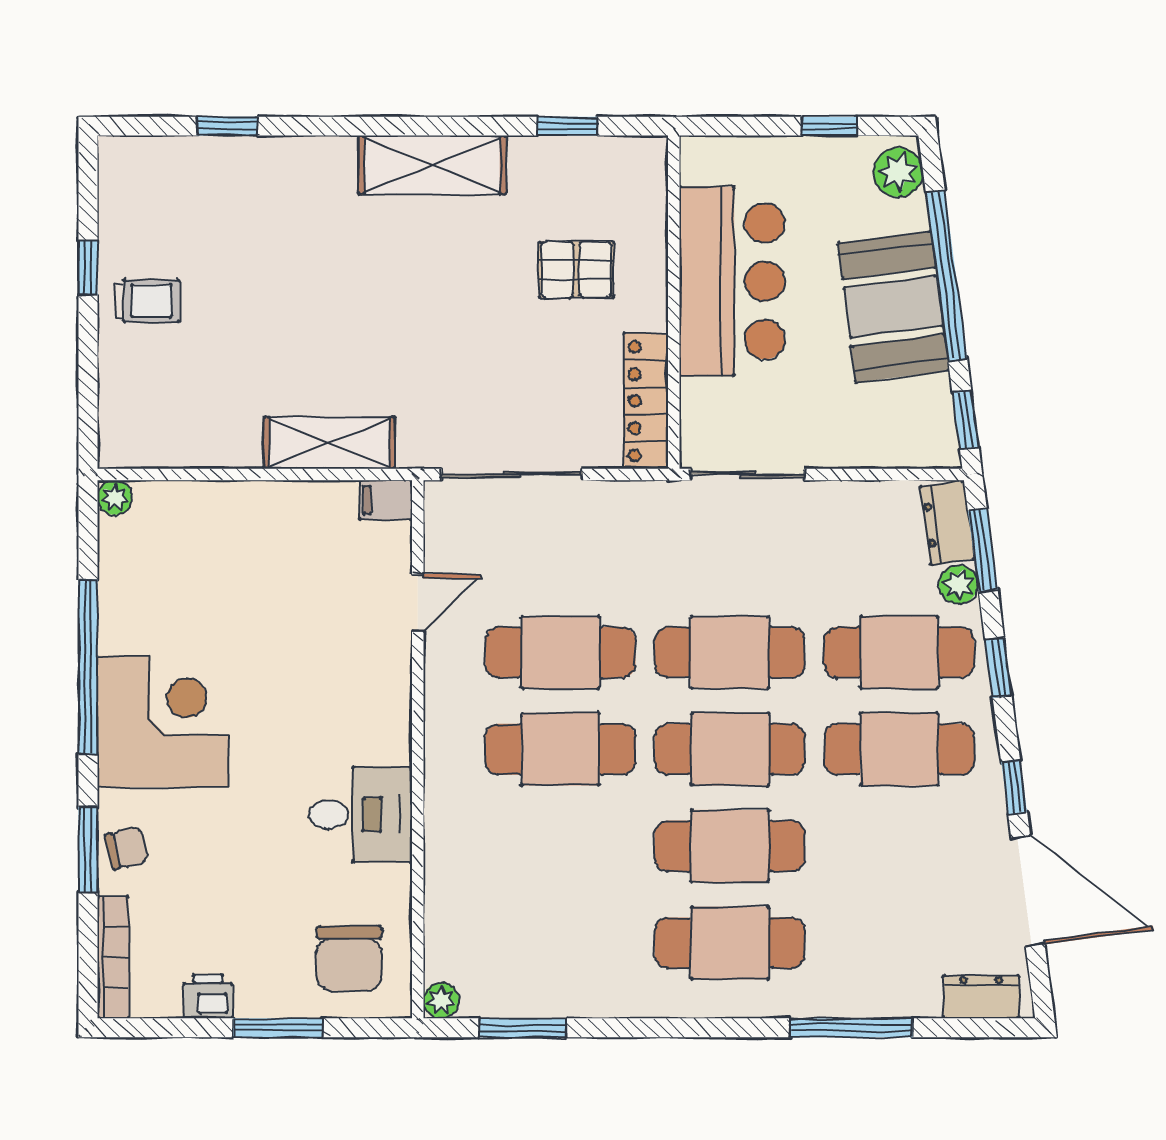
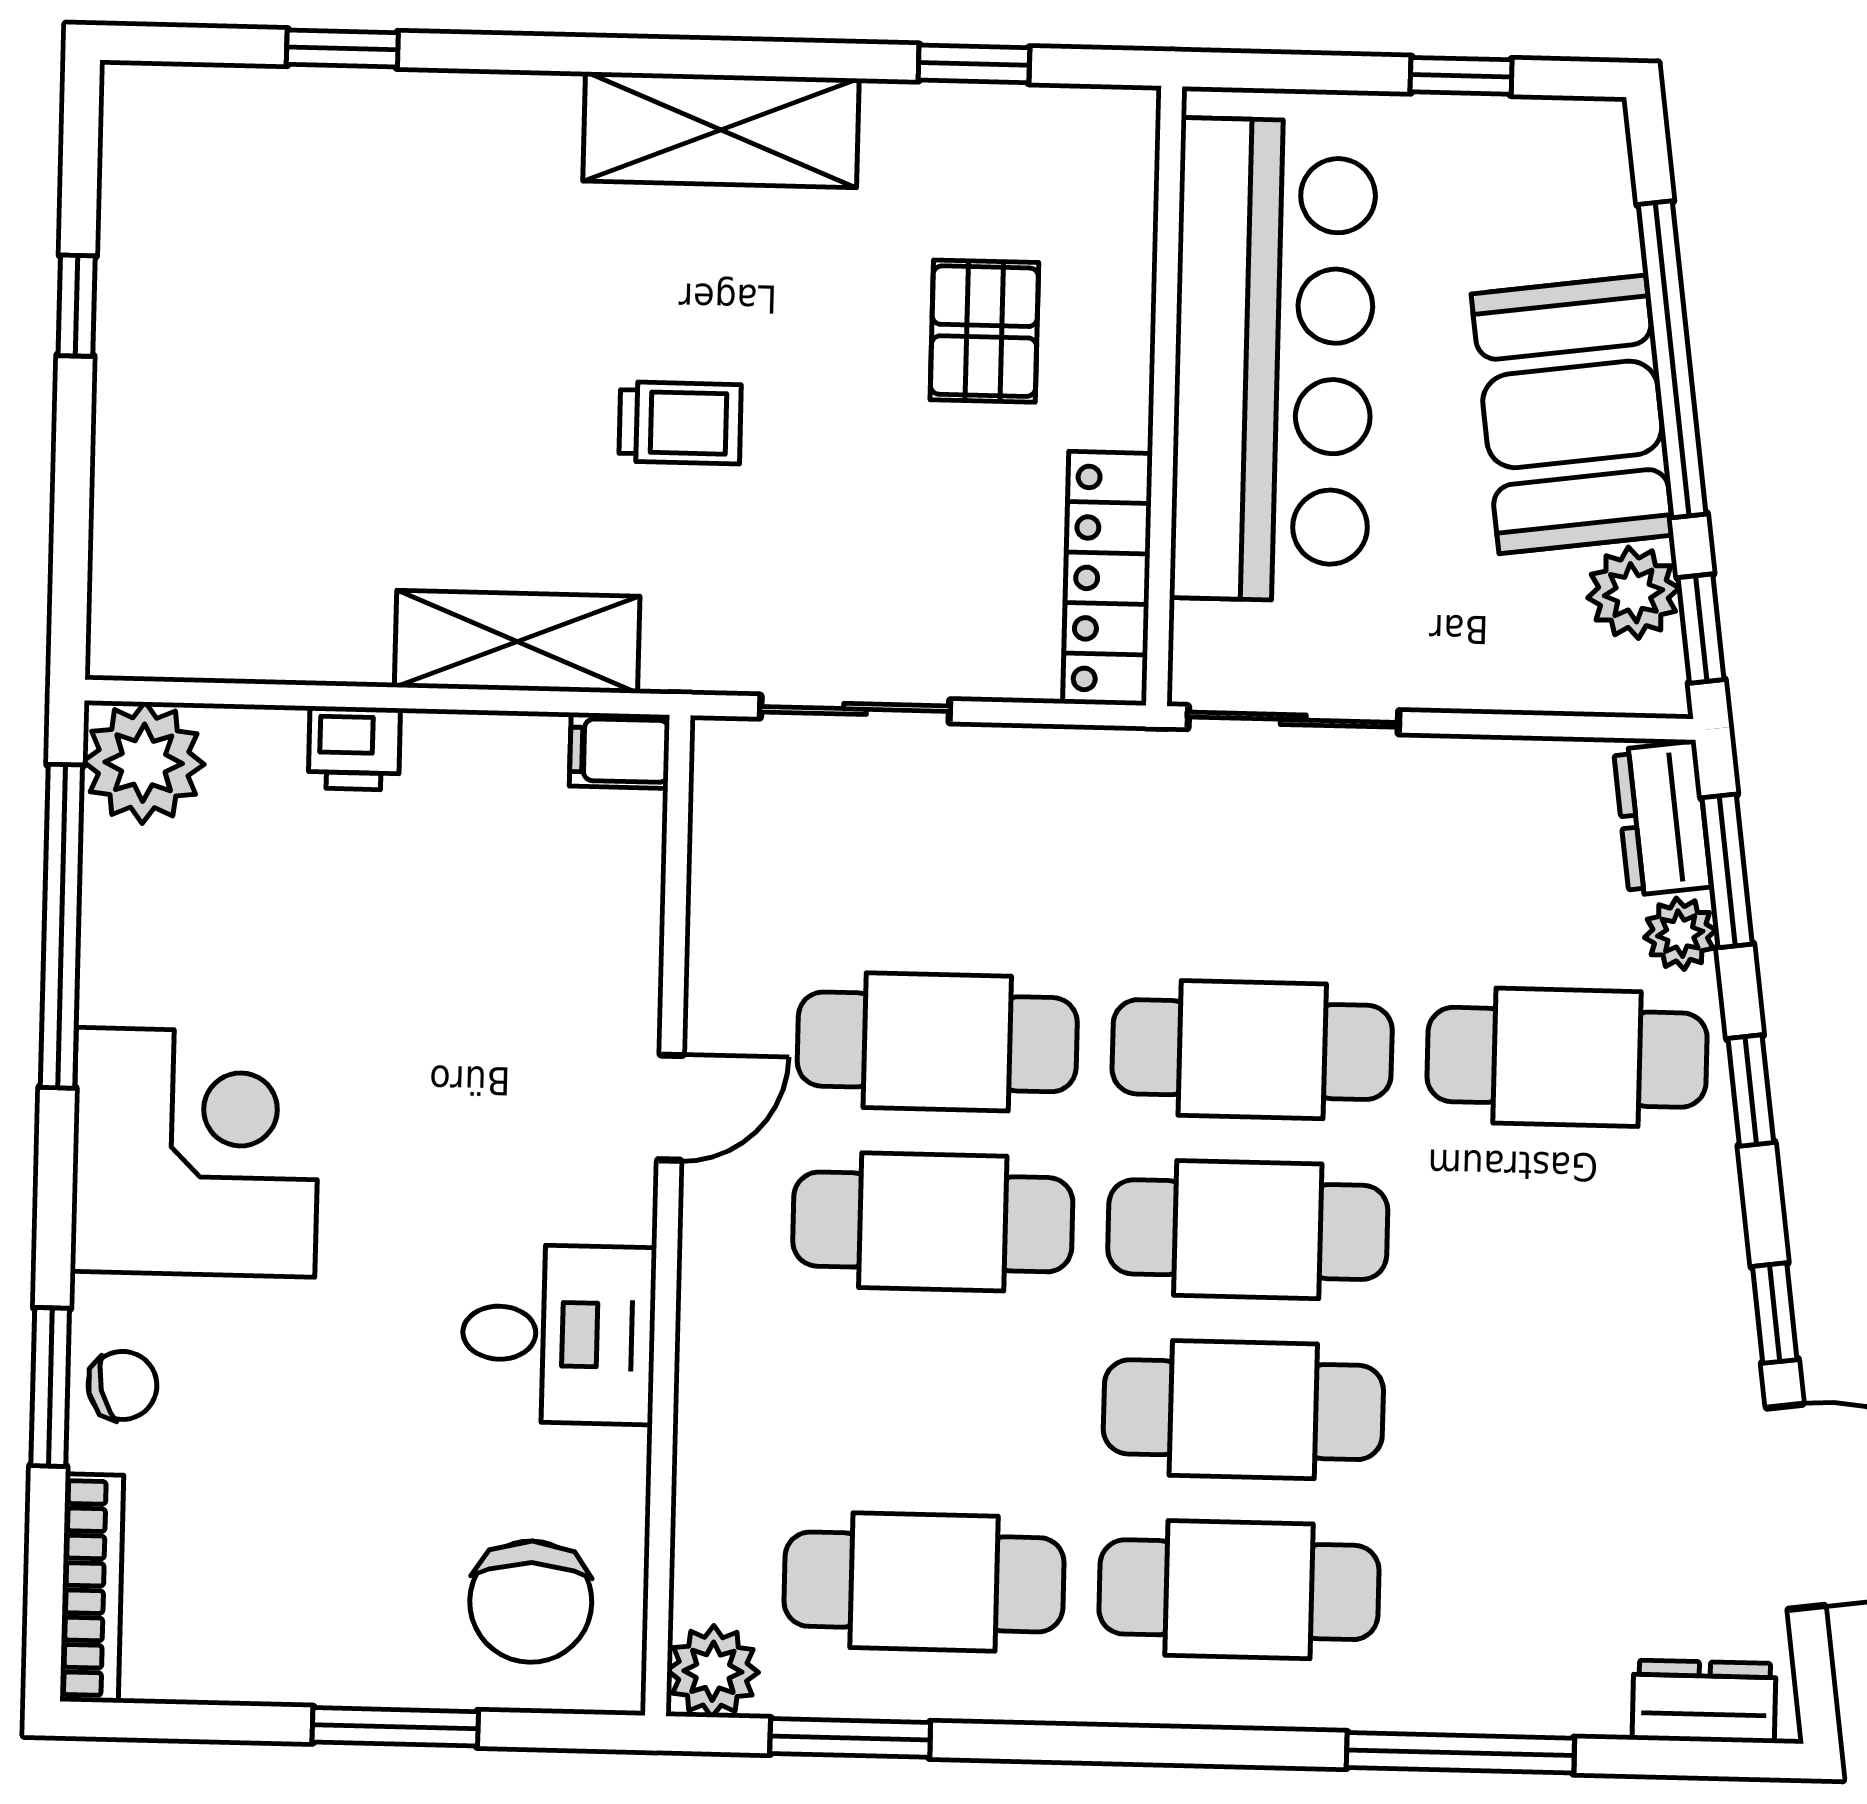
plant: (898, 172) -> (1633, 593), moved
pallet: (576, 270) -> (984, 331), turned 90
bar counter: (732, 281) -> (1273, 360), width x1.36
trolley: (147, 301) -> (680, 423), moved
sliding door: (512, 474) -> (855, 709), width x0.73
plant: (115, 497) -> (144, 763), width x1.88, depth x1.88
door: (418, 603) -> (670, 1108), moved
window: (88, 667) -> (61, 926), moved
cafe table: (899, 749) -> (924, 1582), moved
printer: (208, 996) -> (354, 748), moved, turned 180
plant: (441, 1000) -> (713, 1671), width x1.38, depth x1.38

